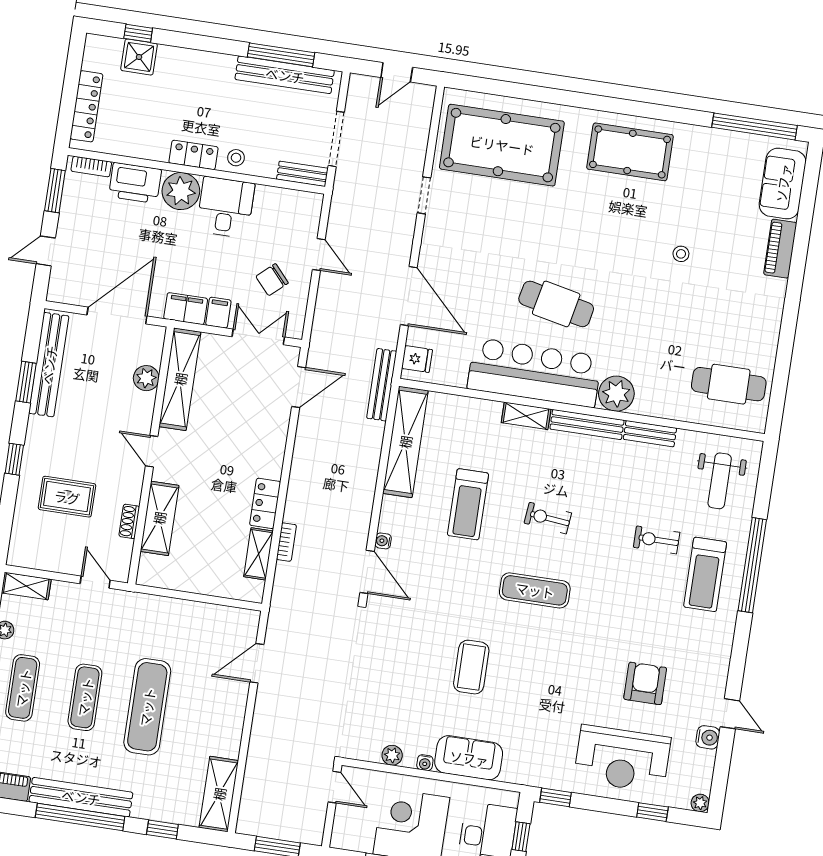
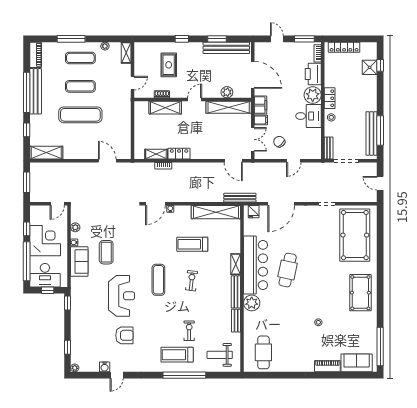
coffee table: (471, 667) -> (106, 252), moved, turned 90
reception desk: (622, 759) -> (122, 296), moved, turned 180

